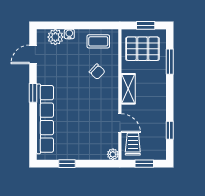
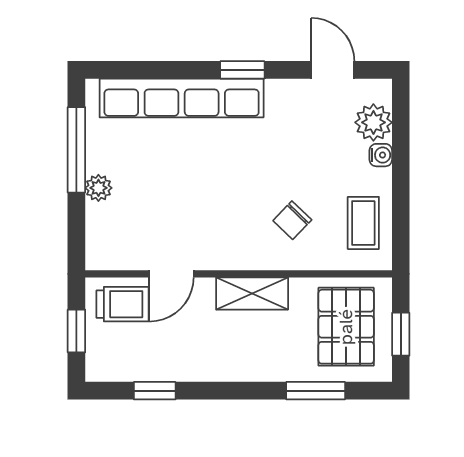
plant: (113, 154) -> (98, 188), moved
window: (67, 164) -> (76, 150), width x2.17

